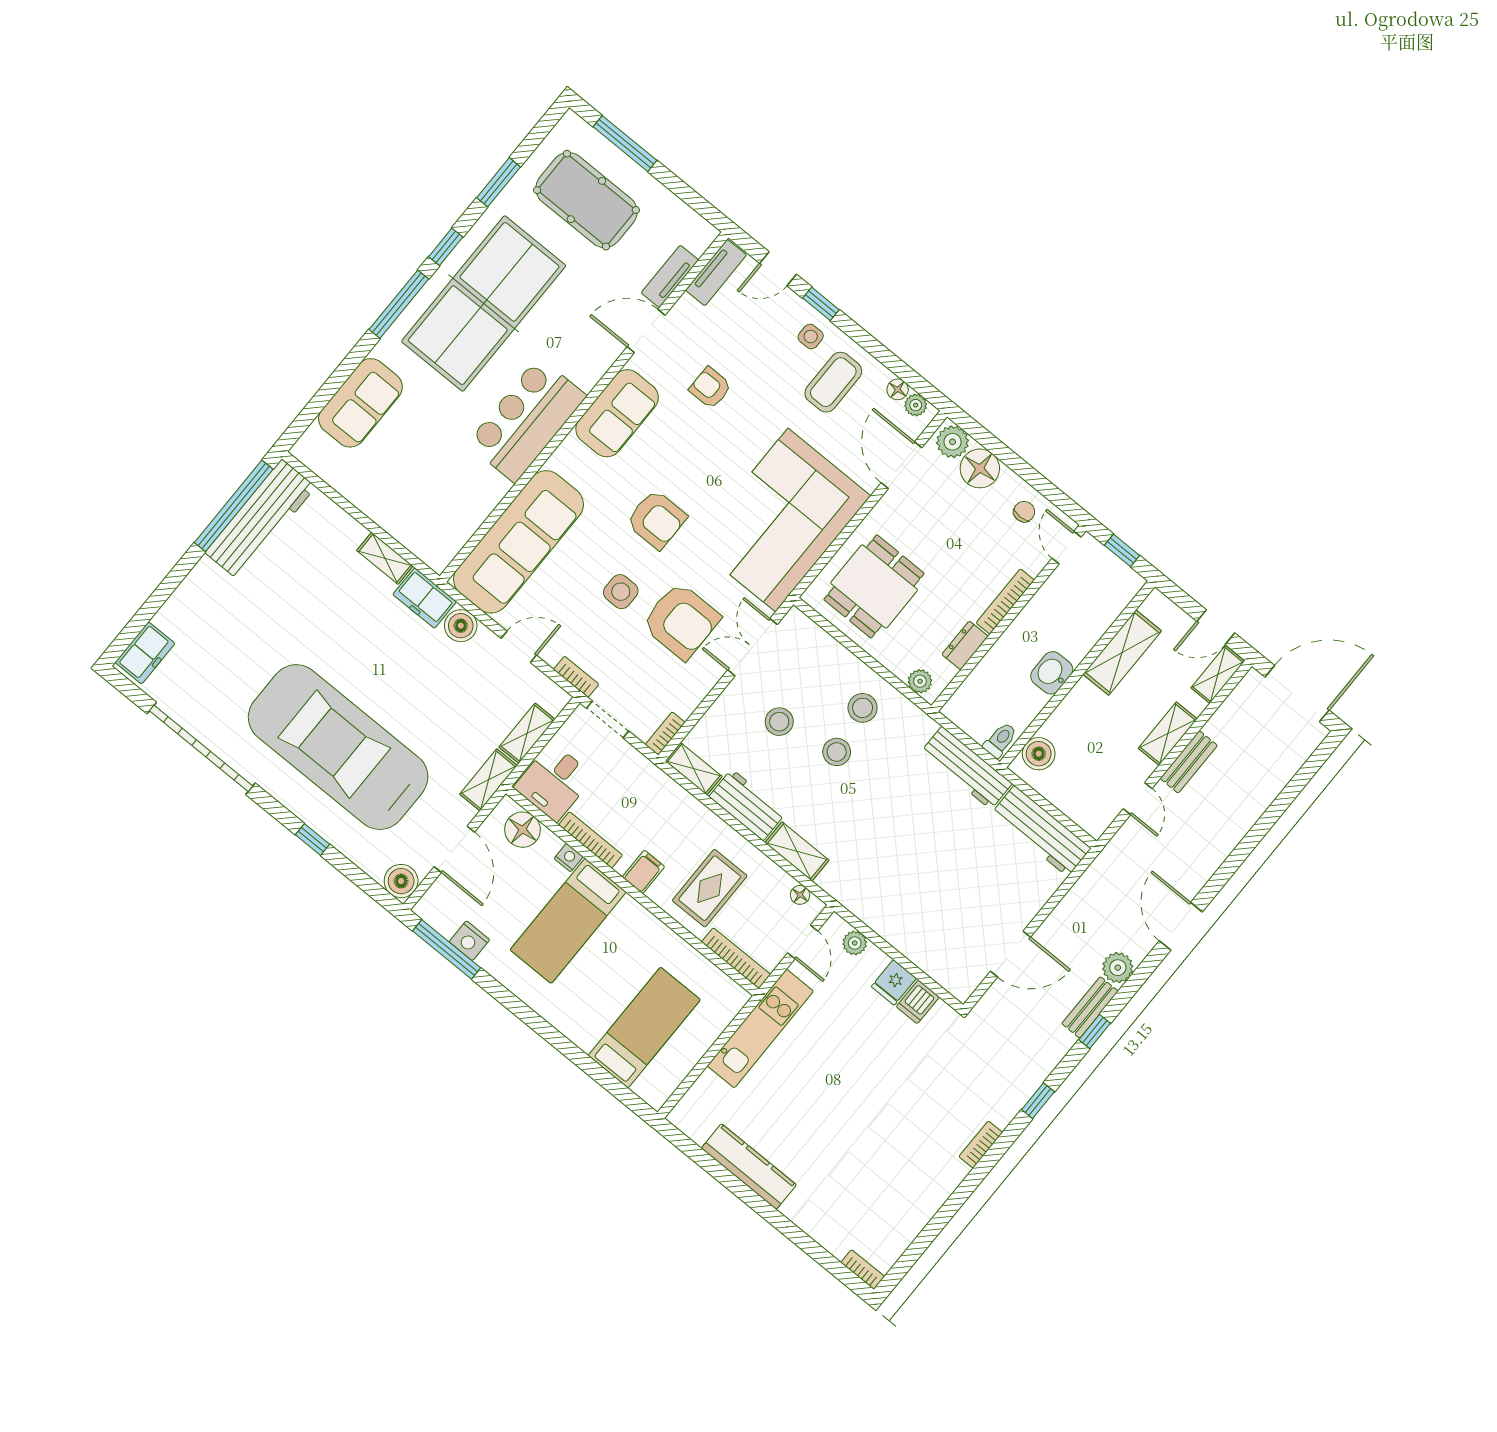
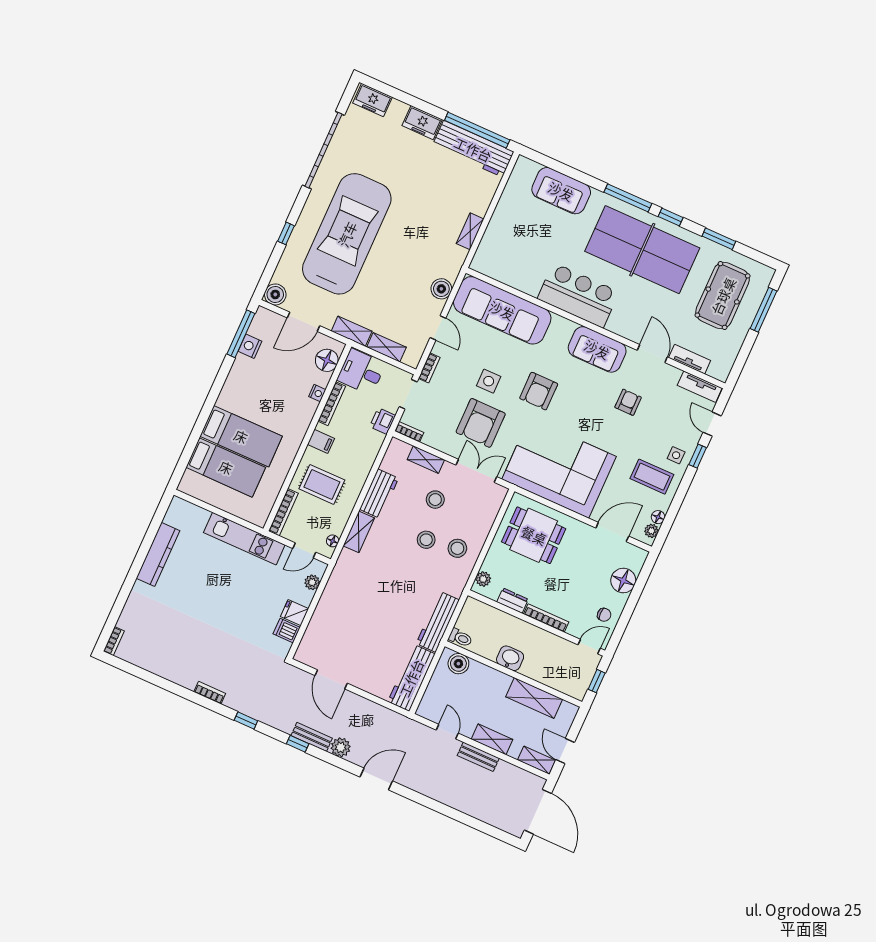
plant: (953, 442) -> (635, 559), removed
freezer: (425, 598) -> (422, 123), moved, turned -90
shelving: (694, 769) -> (426, 460), moved, turned 90
printer: (638, 770) -> (383, 421), added
door: (1138, 799) -> (447, 732), swing flipped
bed: (568, 921) -> (241, 436), moved, turned 180

